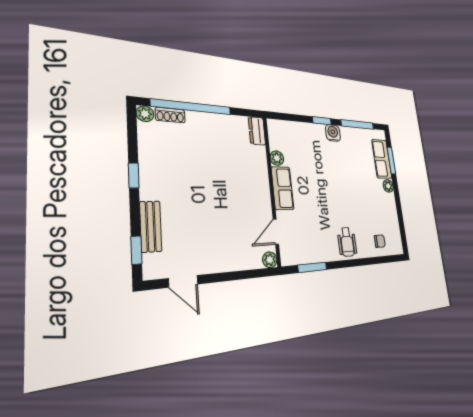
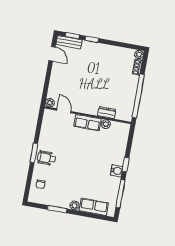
window: (192, 107) -> (138, 96), moved
dresser: (257, 131) -> (107, 113), moved
window: (391, 161) -> (57, 209), moved
window: (134, 175) -> (92, 39), moved
bench: (151, 226) -> (69, 42), moved
window: (312, 267) -> (34, 153), moved
door: (183, 281) -> (52, 54), swing flipped

